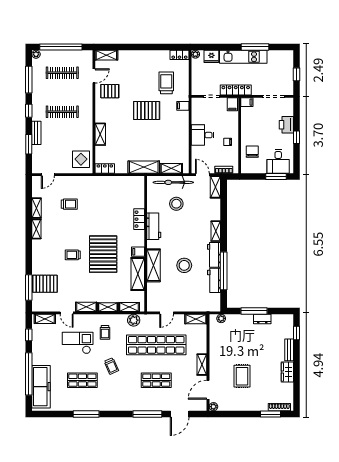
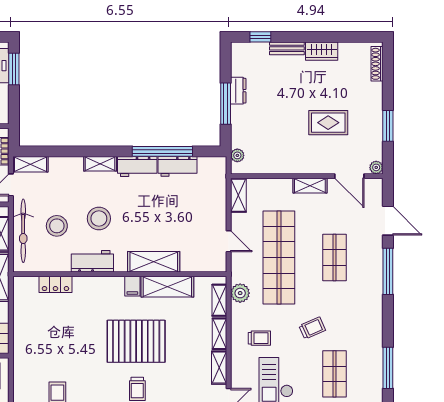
locker: (139, 219) -> (55, 284), moved
stool: (184, 265) -> (99, 219), moved
window: (271, 414) -> (388, 126), moved

